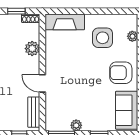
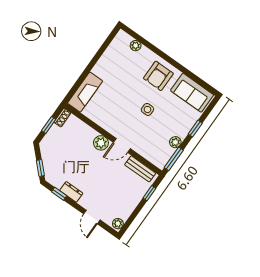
side table: (103, 38) -> (147, 109), moved, width x0.54, depth x0.54
plant: (32, 49) -> (101, 143), moved

